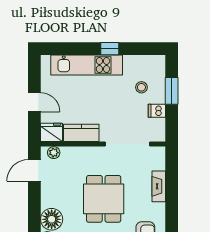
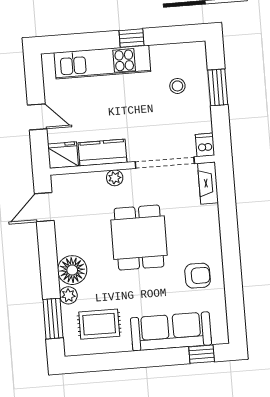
dishwasher: (157, 111) -> (205, 145), moved, turned 90
plant: (54, 153) -> (115, 178), moved
fireplace: (159, 186) -> (208, 183), moved

